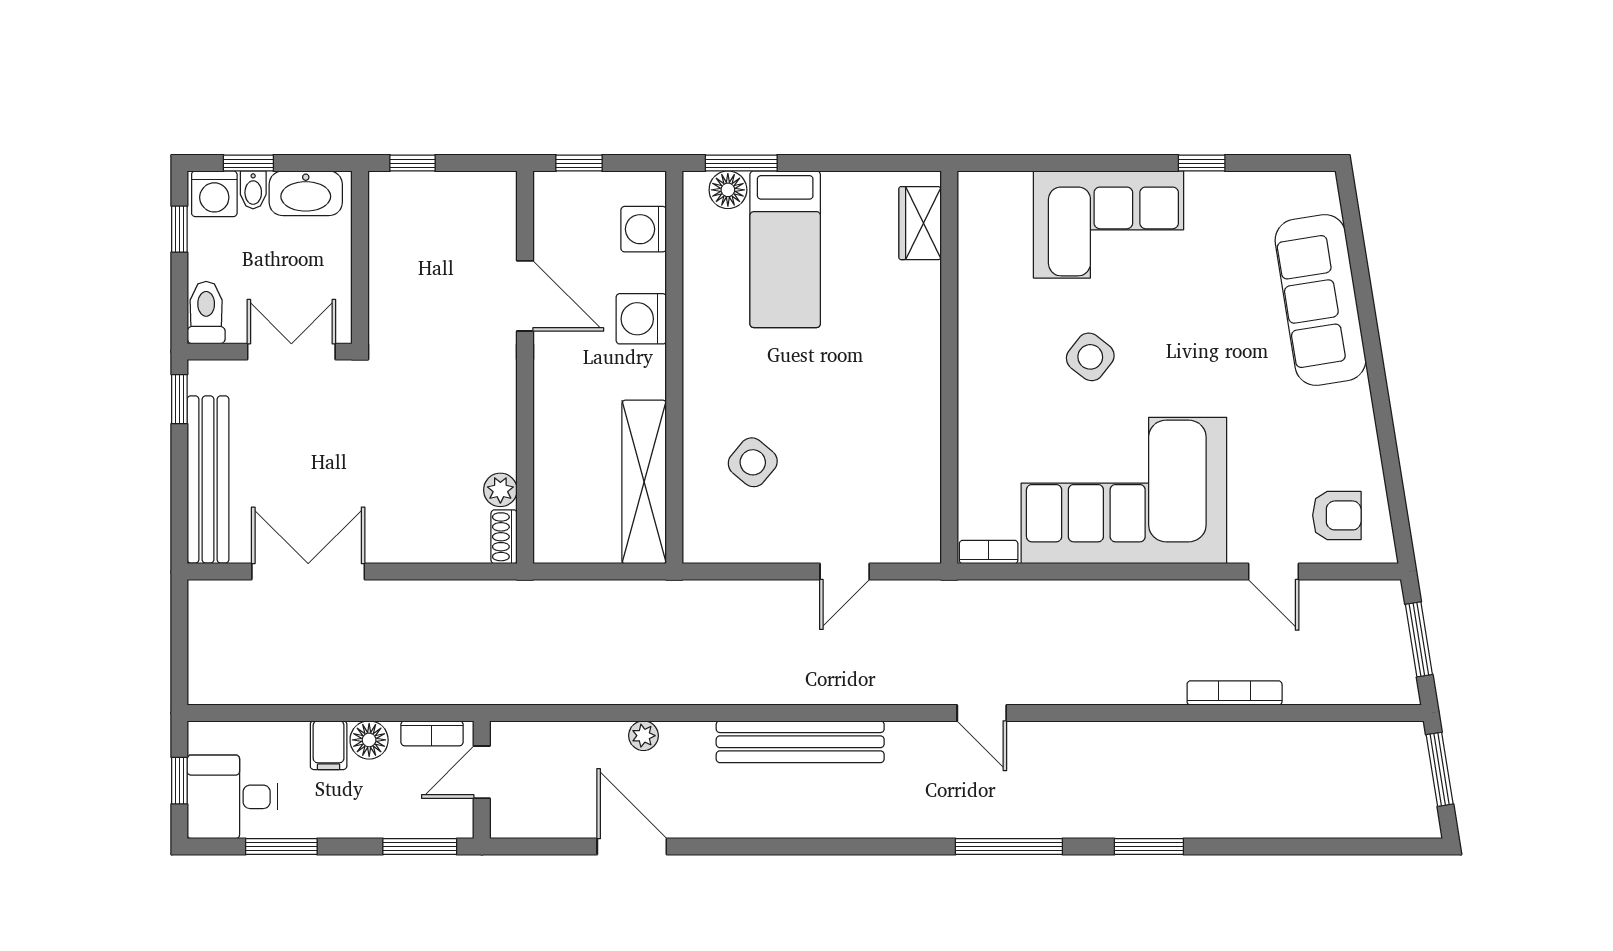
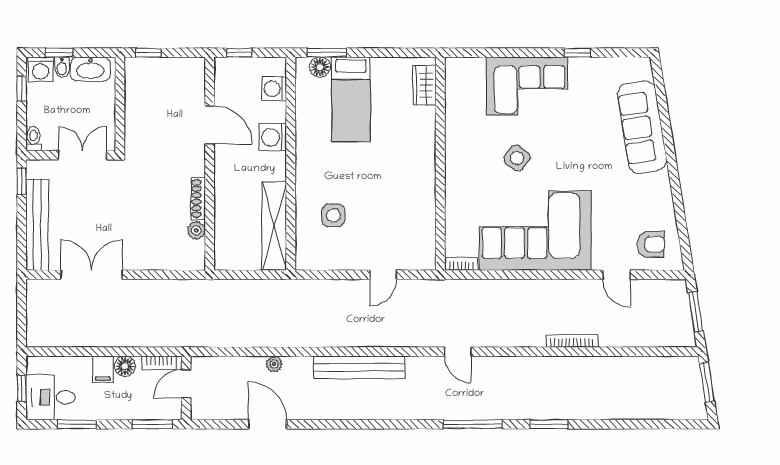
toilet: (206, 313) -> (33, 139), width x0.73, depth x0.72
side table: (753, 462) -> (333, 215), turned -38
shoe rack: (504, 537) -> (198, 199), moved, width x1.43
bookcase: (1235, 693) -> (572, 341), moved

